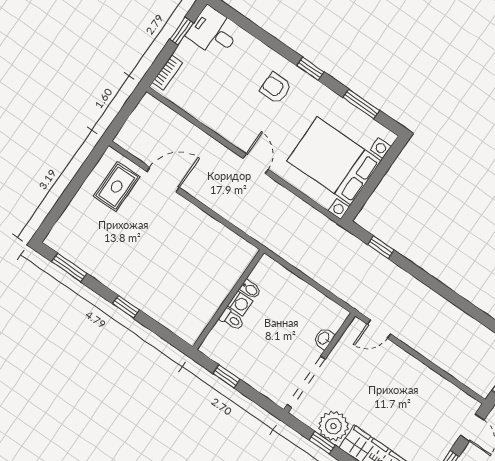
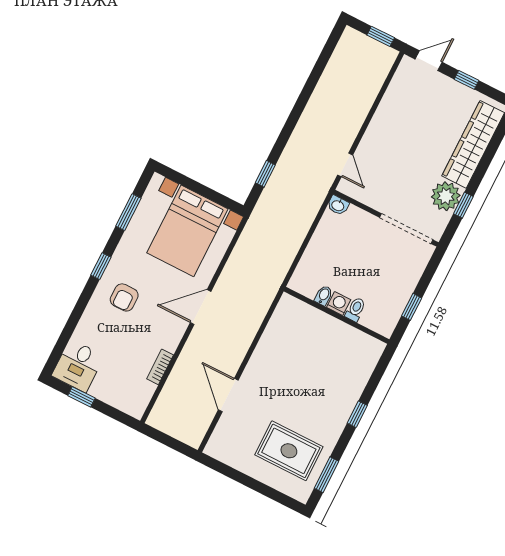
bookcase: (167, 73) -> (160, 367), moved, turned -90
door: (256, 164) -> (201, 307), width x1.38
rug: (117, 187) -> (289, 451), moved, width x1.36, depth x1.43
washbasin: (324, 338) -> (338, 205), moved

